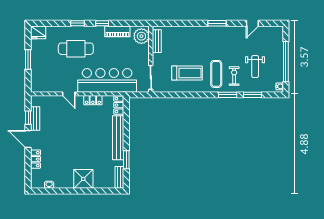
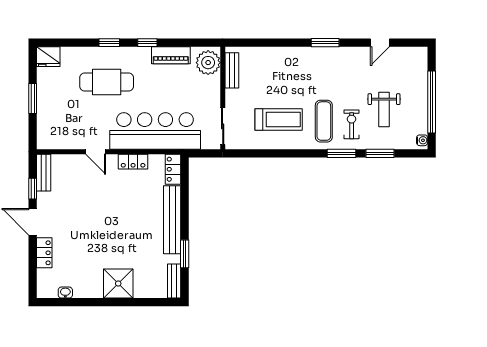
bench: (35, 118) -> (44, 173), moved

